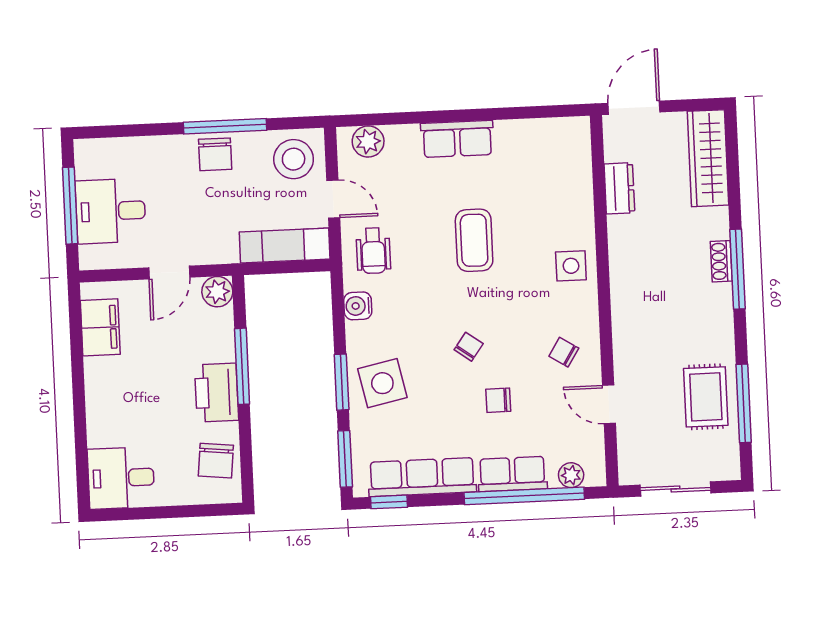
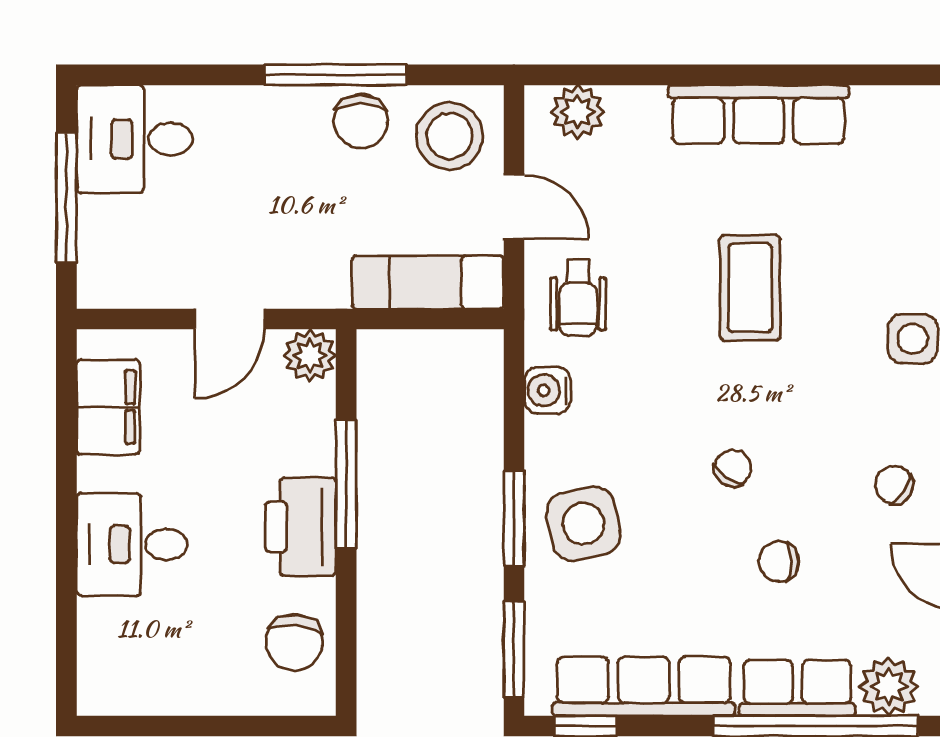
row of seats: (457, 139) -> (759, 114), width x1.48
chair: (215, 154) -> (361, 121), moved
desk: (111, 211) -> (135, 139), moved
plant: (571, 475) -> (889, 687), width x1.38, depth x1.38
desk: (121, 478) -> (132, 544), moved

